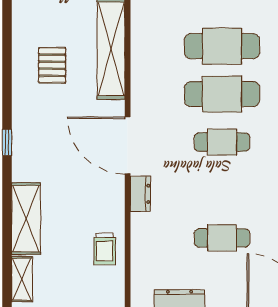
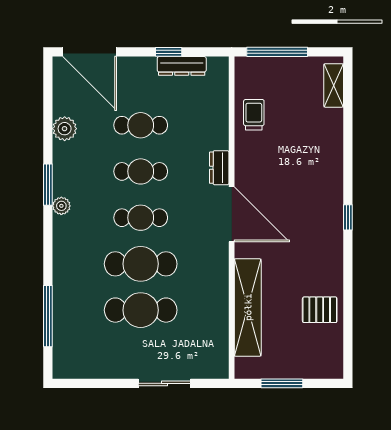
pallet: (52, 65) -> (320, 310), moved, turned 90
cafe table: (222, 190) -> (141, 171), added
shelving: (26, 219) -> (330, 144), removed

